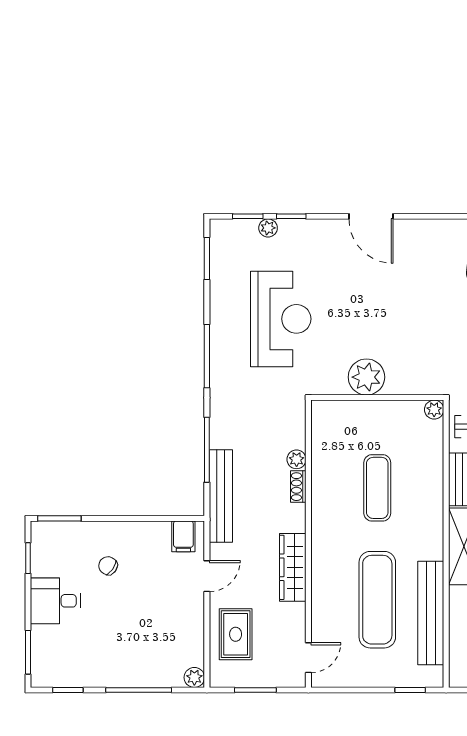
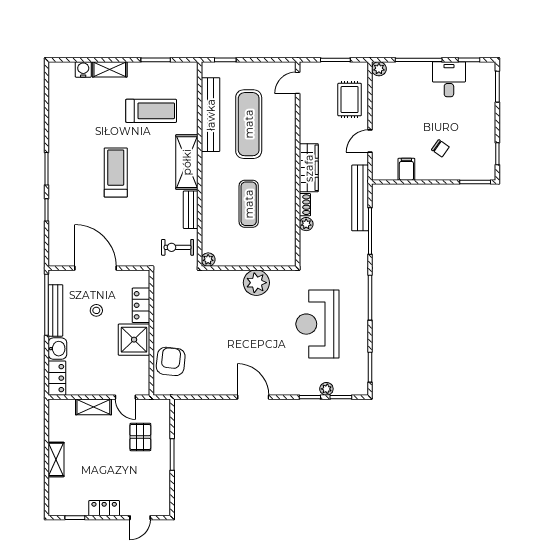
filing cabinet: (183, 536) -> (406, 169), moved
wardrobe: (293, 567) -> (309, 168), moved
desk: (55, 601) -> (449, 79), moved, turned -90

